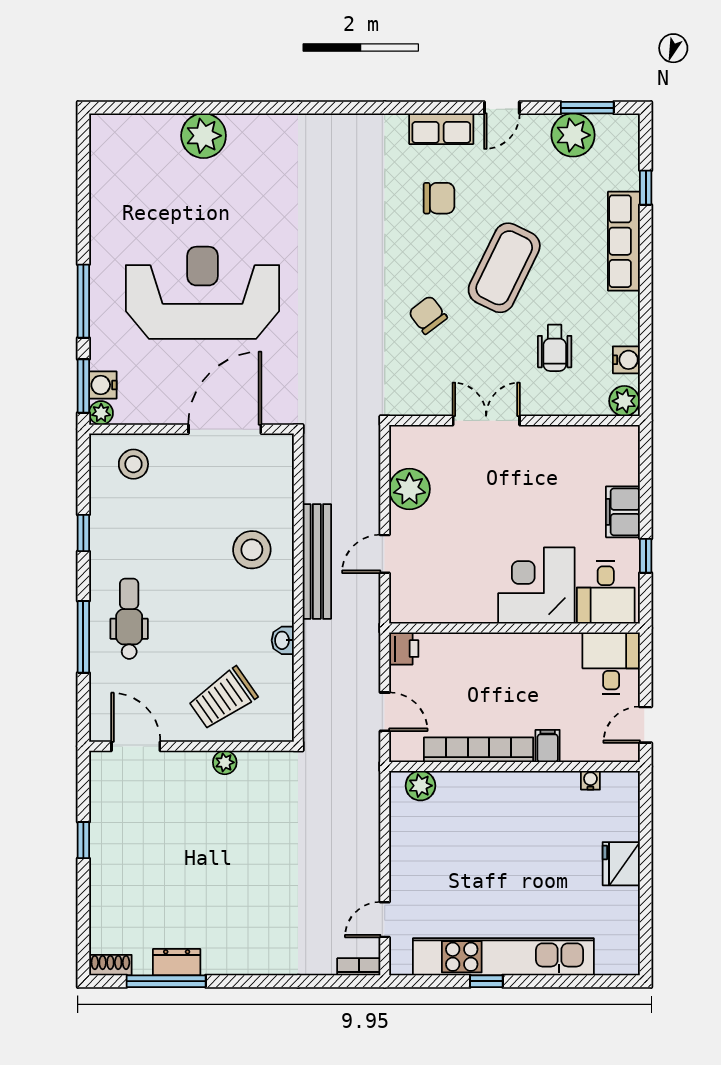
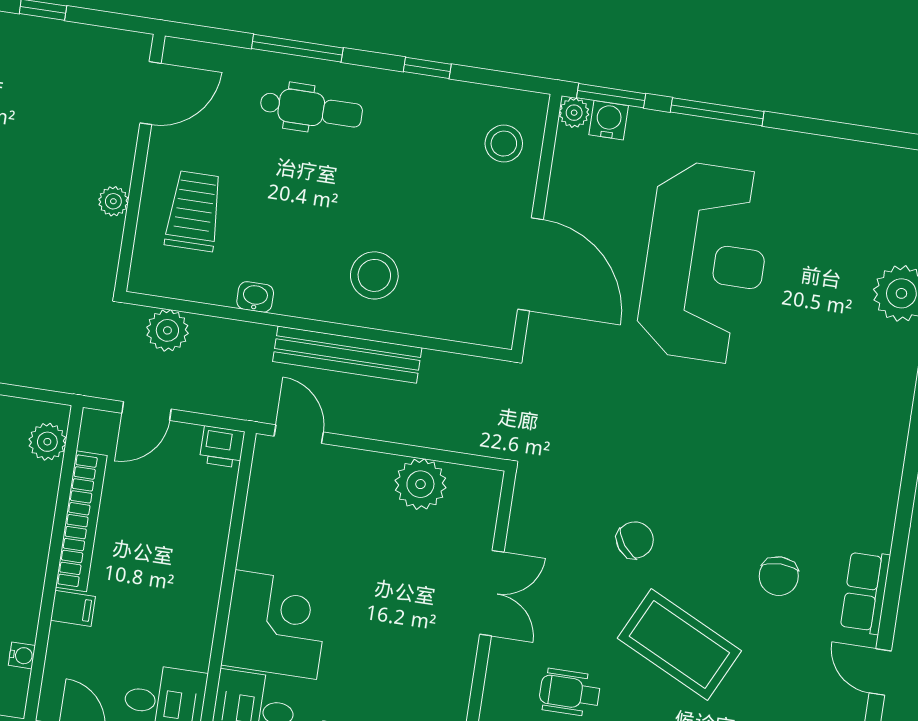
door: (385, 554) -> (299, 434), moved
trolley: (223, 698) -> (194, 211), turned 35
plant: (319, 705) -> (167, 330), added

